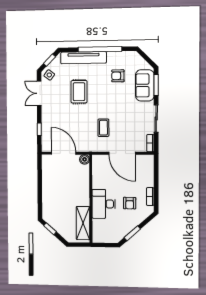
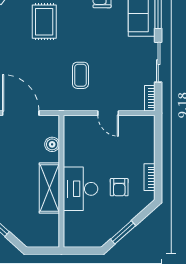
door: (122, 153) -> (108, 113), width x0.53
boiler: (85, 159) -> (52, 144), moved
shelving: (83, 223) -> (49, 188), moved

